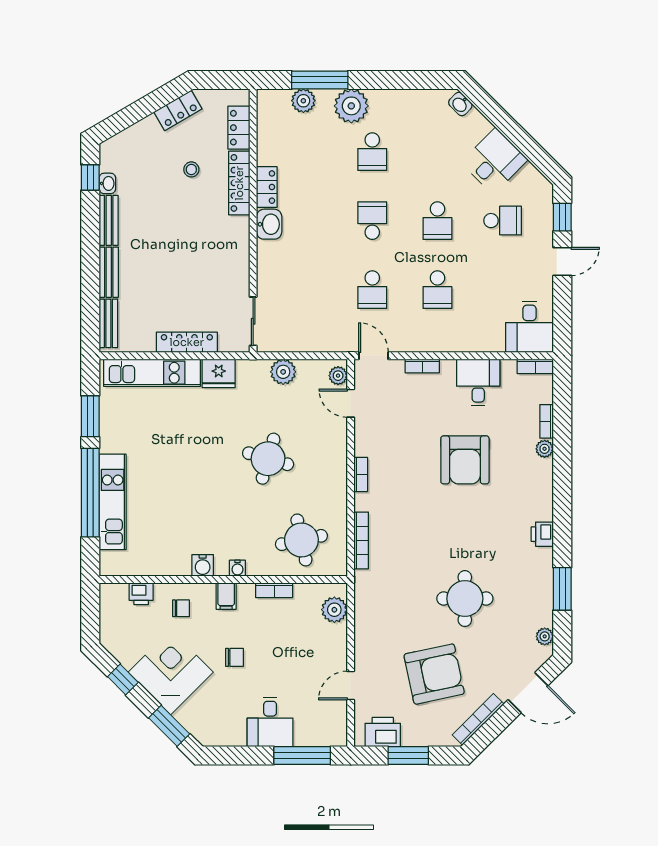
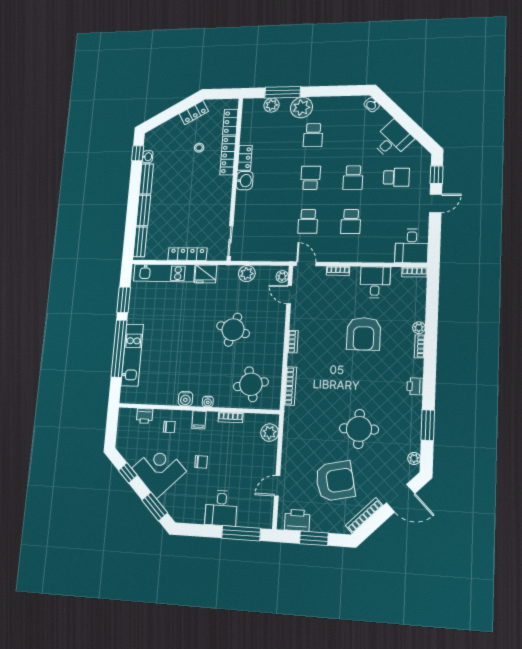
bookcase: (547, 421) -> (420, 346), moved

